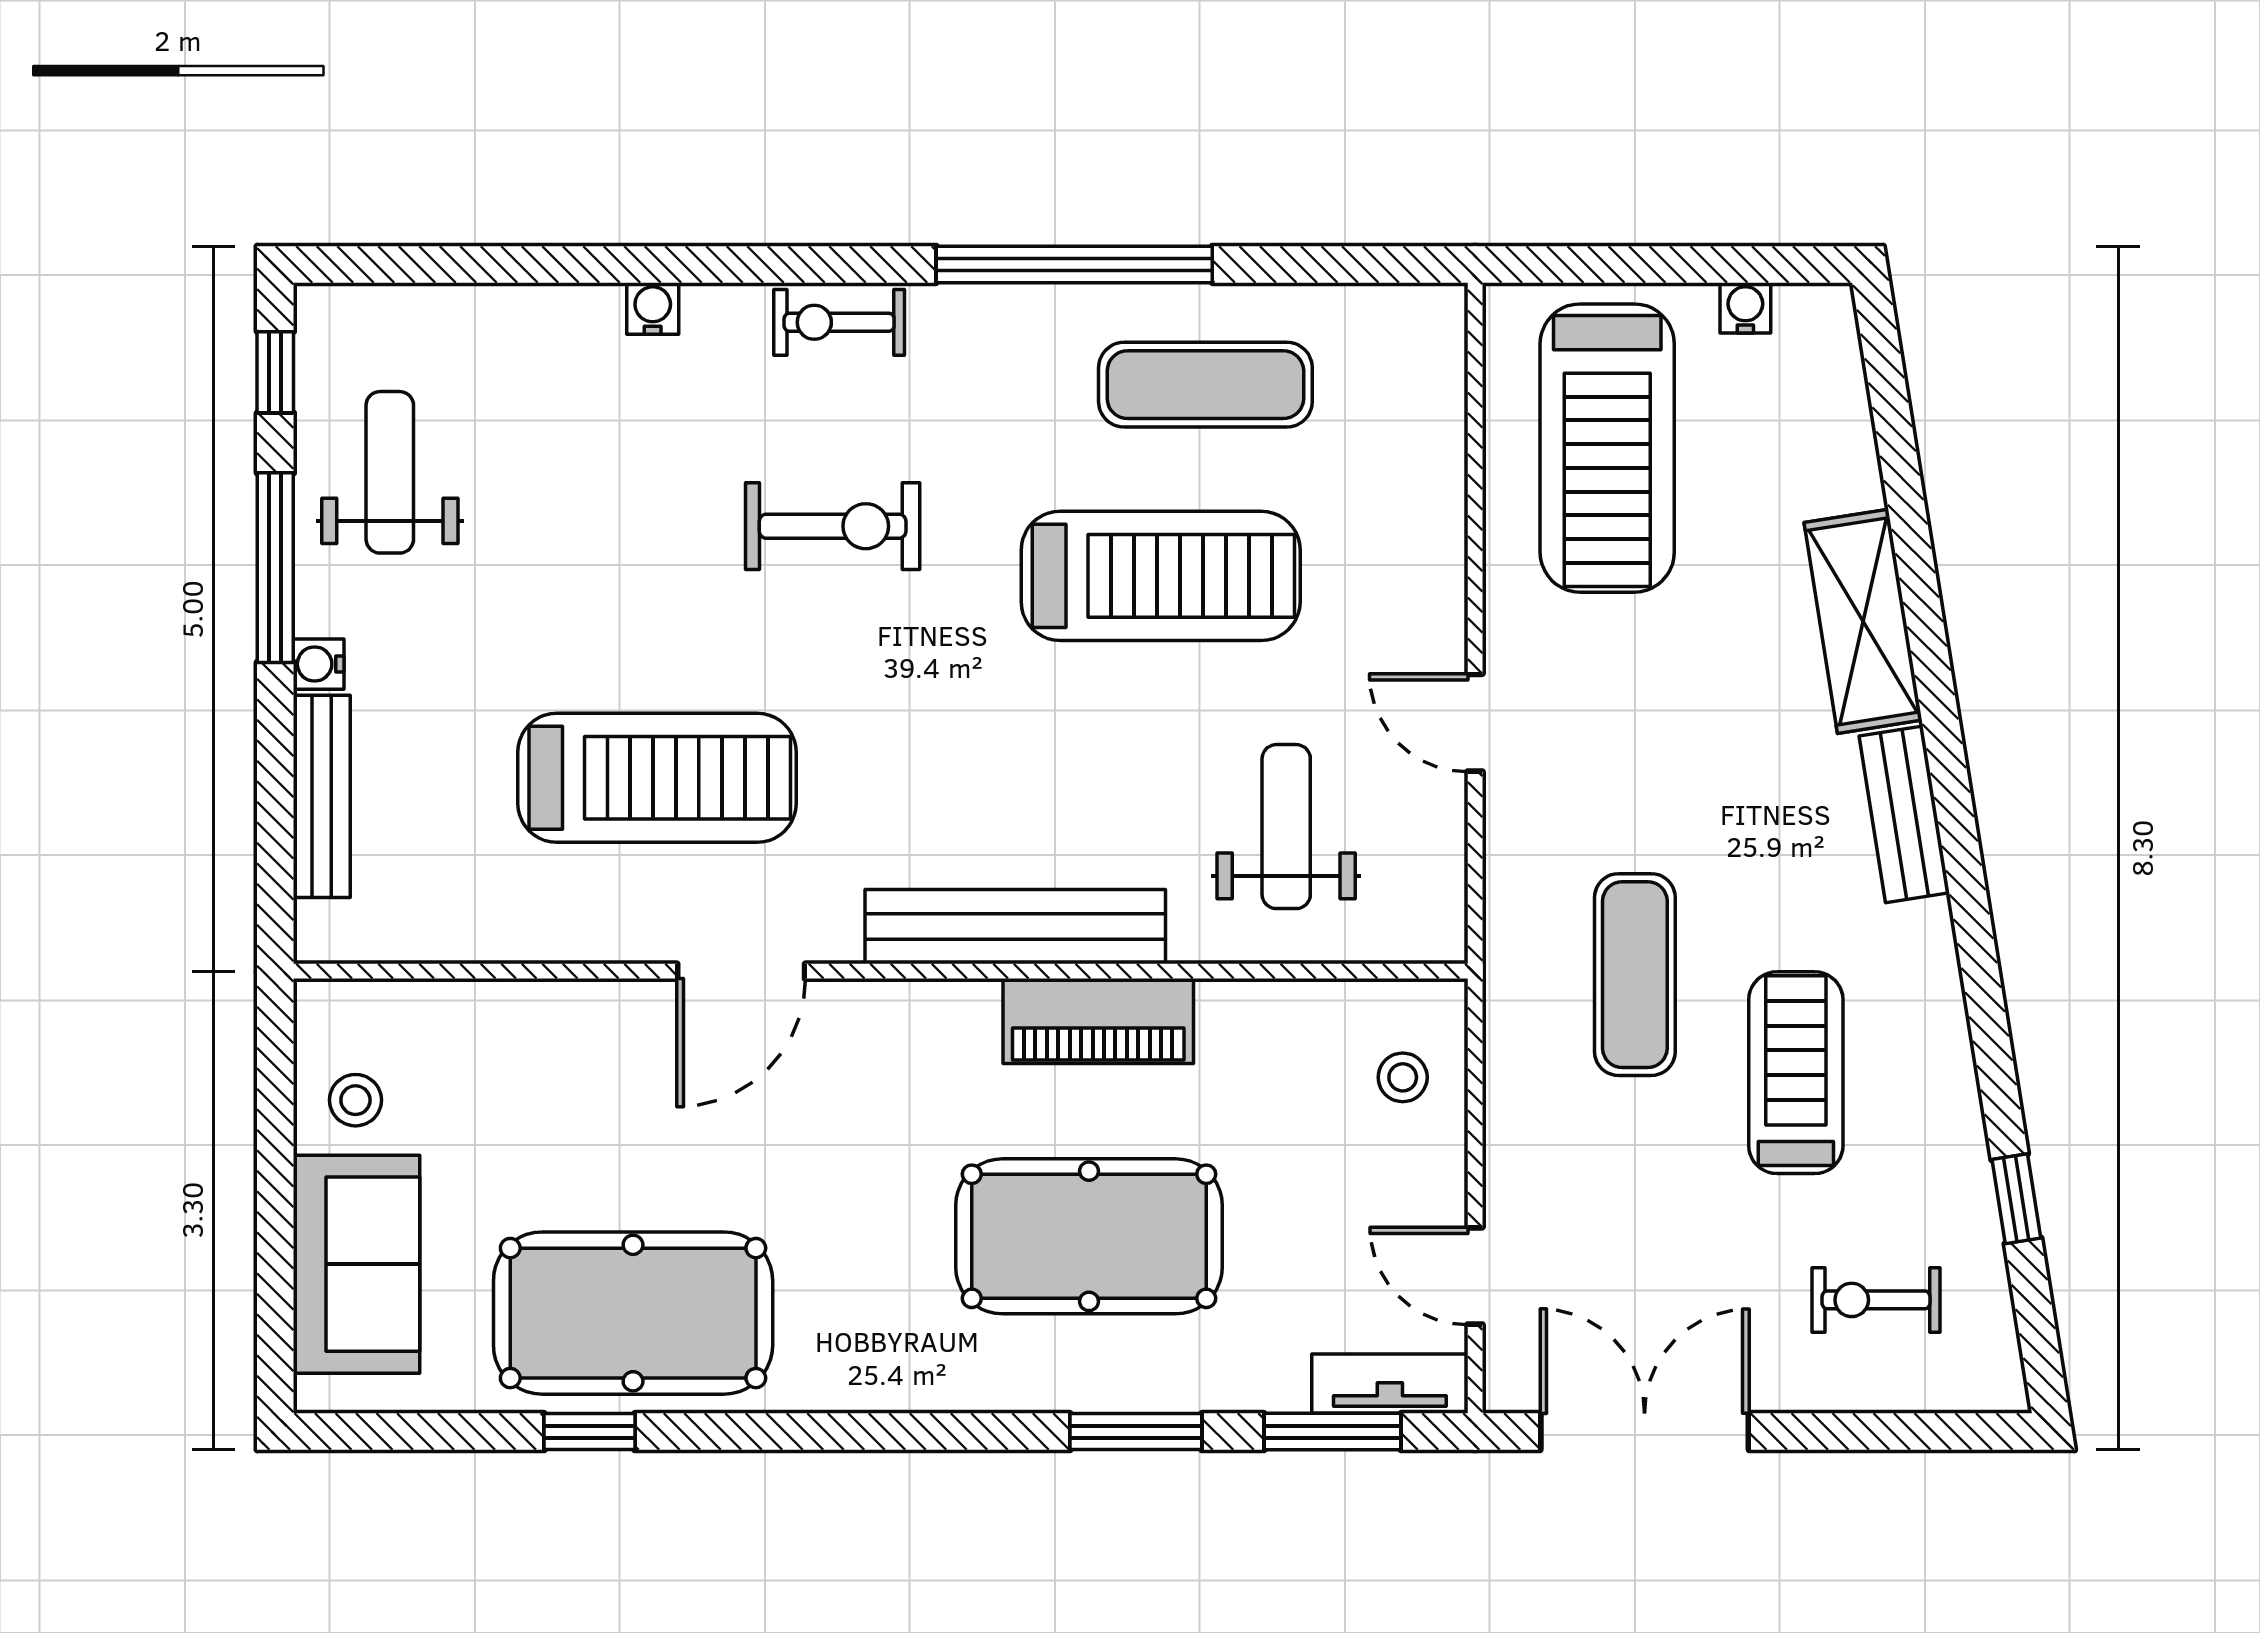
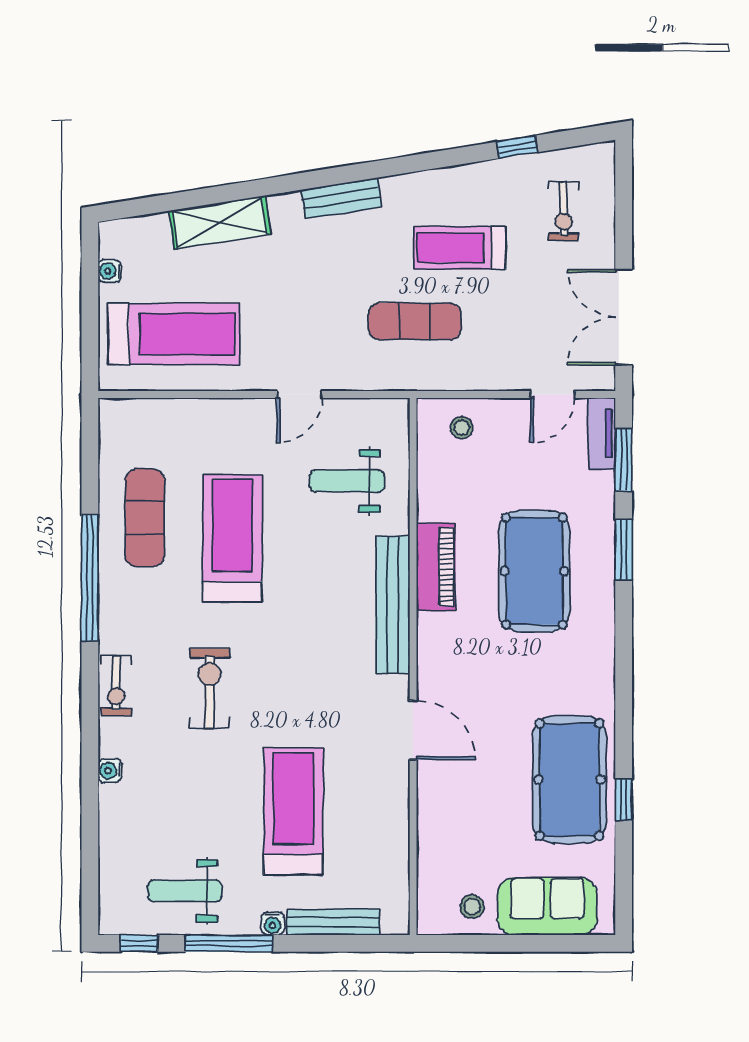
shelving: (1863, 621) -> (220, 222), moved
treadmill: (657, 778) -> (293, 811), moved

